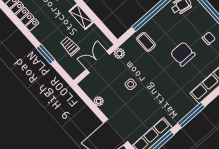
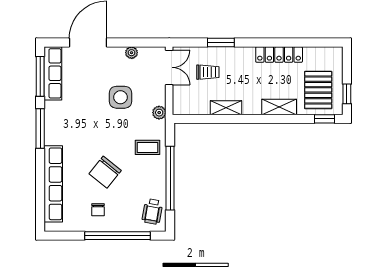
chair: (183, 54) -> (105, 172), turned 129
double door: (98, 62) -> (169, 67), moved
side table: (131, 84) -> (120, 97), width x1.87, depth x1.87

